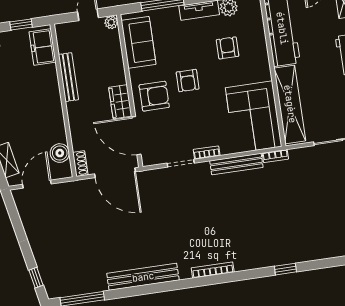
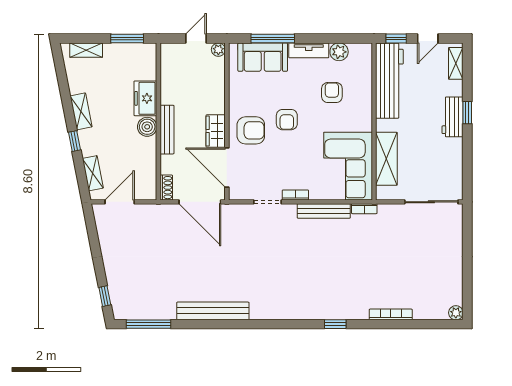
window: (21, 24) -> (127, 38), width x1.50
sofa: (139, 42) -> (263, 57), moved, turned 90
freezer: (43, 47) -> (145, 98), moved
bench: (68, 77) -> (167, 130), moved
shelving: (290, 104) -> (386, 159), width x0.68
boiler: (60, 153) -> (147, 127), moved
window: (285, 269) -> (335, 324), moved
bookcase: (213, 270) -> (391, 314), moved

